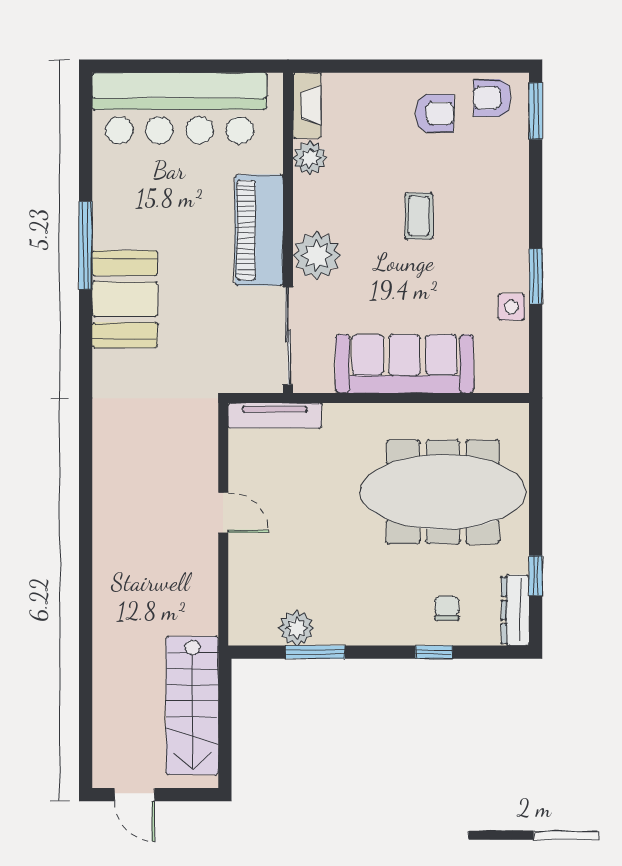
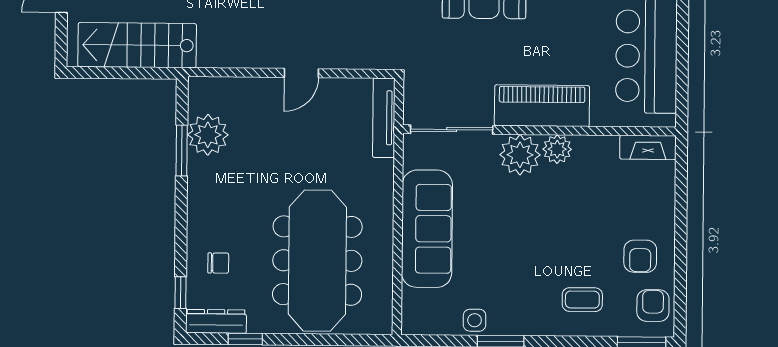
plant: (310, 158) -> (557, 149), moved
coffee table: (419, 216) -> (582, 300), moved
plant: (297, 628) -> (208, 135), width x1.36, depth x1.36
window: (434, 652) -> (180, 293), moved

